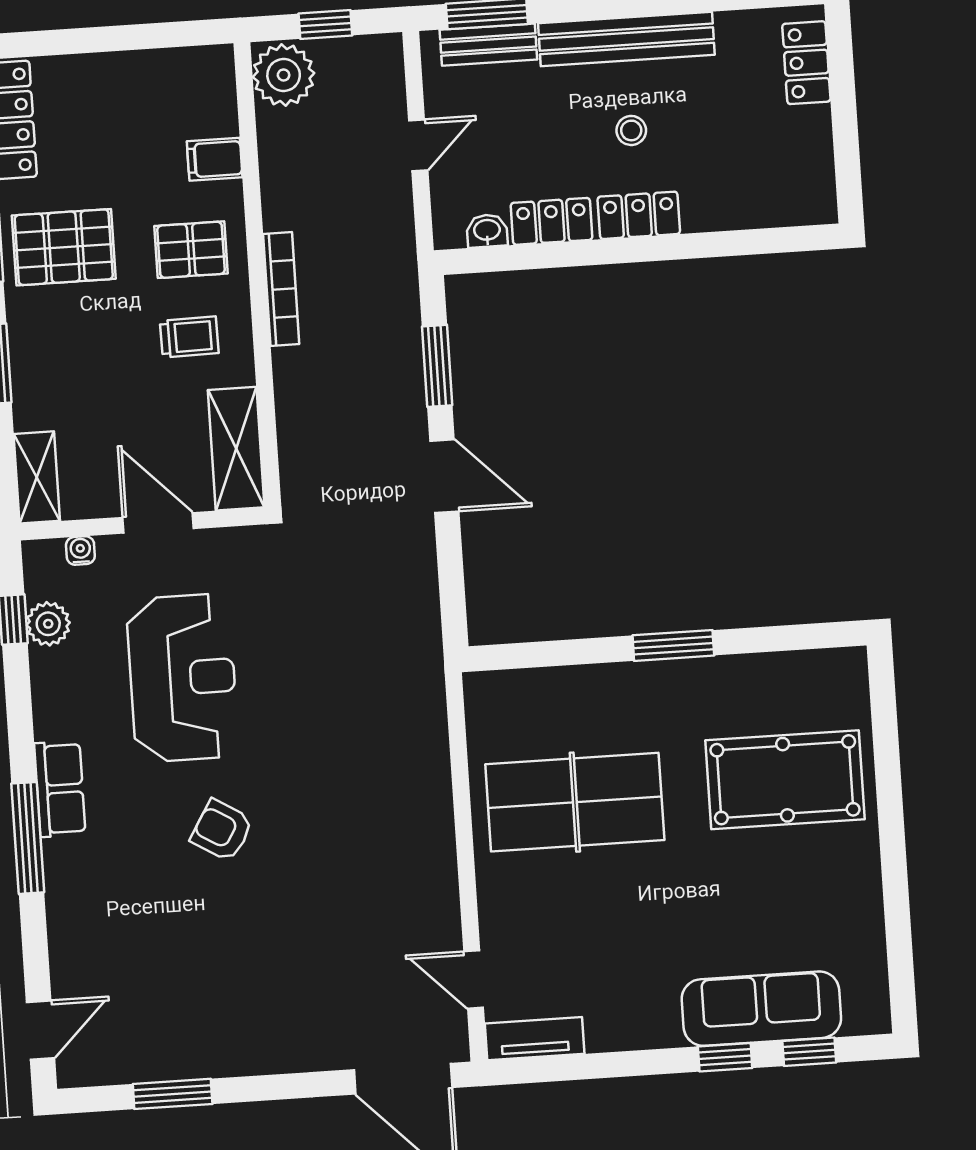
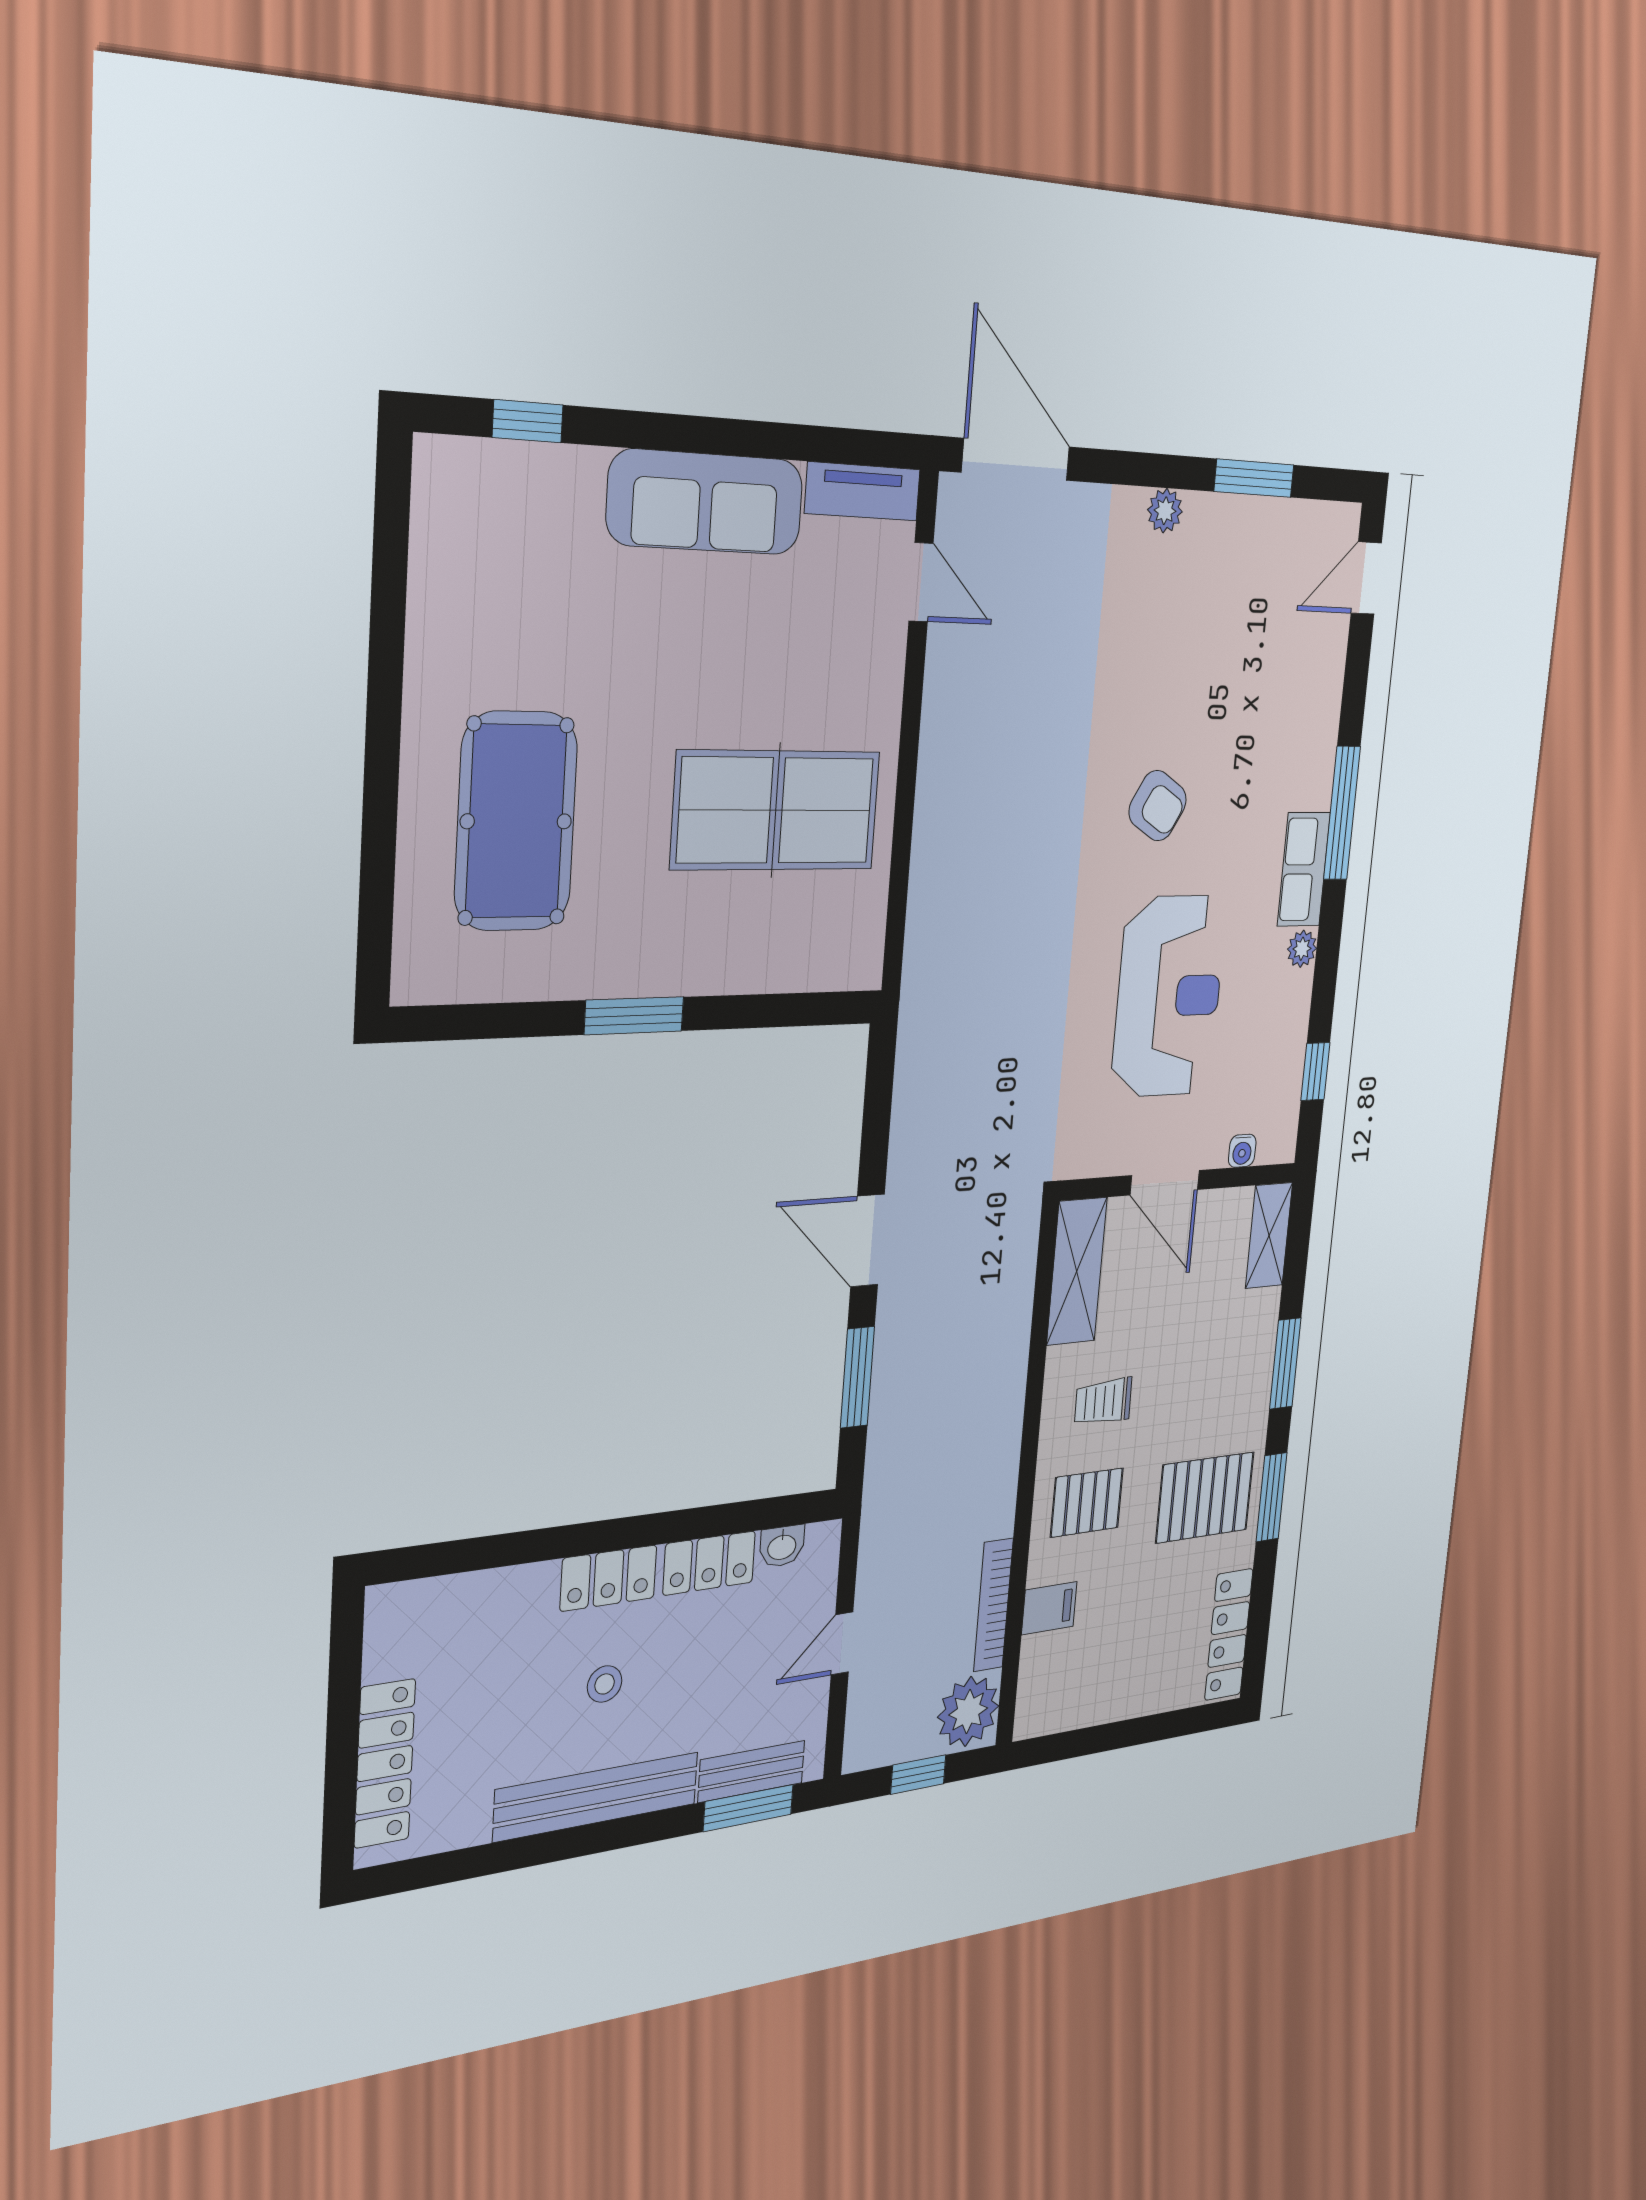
locker: (806, 63) -> (385, 1764), width x1.53
bookcase: (281, 289) -> (993, 1605), moved
plant: (48, 624) -> (1302, 949), moved, width x0.73, depth x0.73
reception desk: (182, 678) -> (1169, 996), turned 180
pool table: (785, 780) -> (516, 821), turned 90
sofa: (761, 1009) -> (706, 502), moved
window: (725, 1057) -> (637, 430), removed
plant: (256, 1058) -> (1165, 511), added

